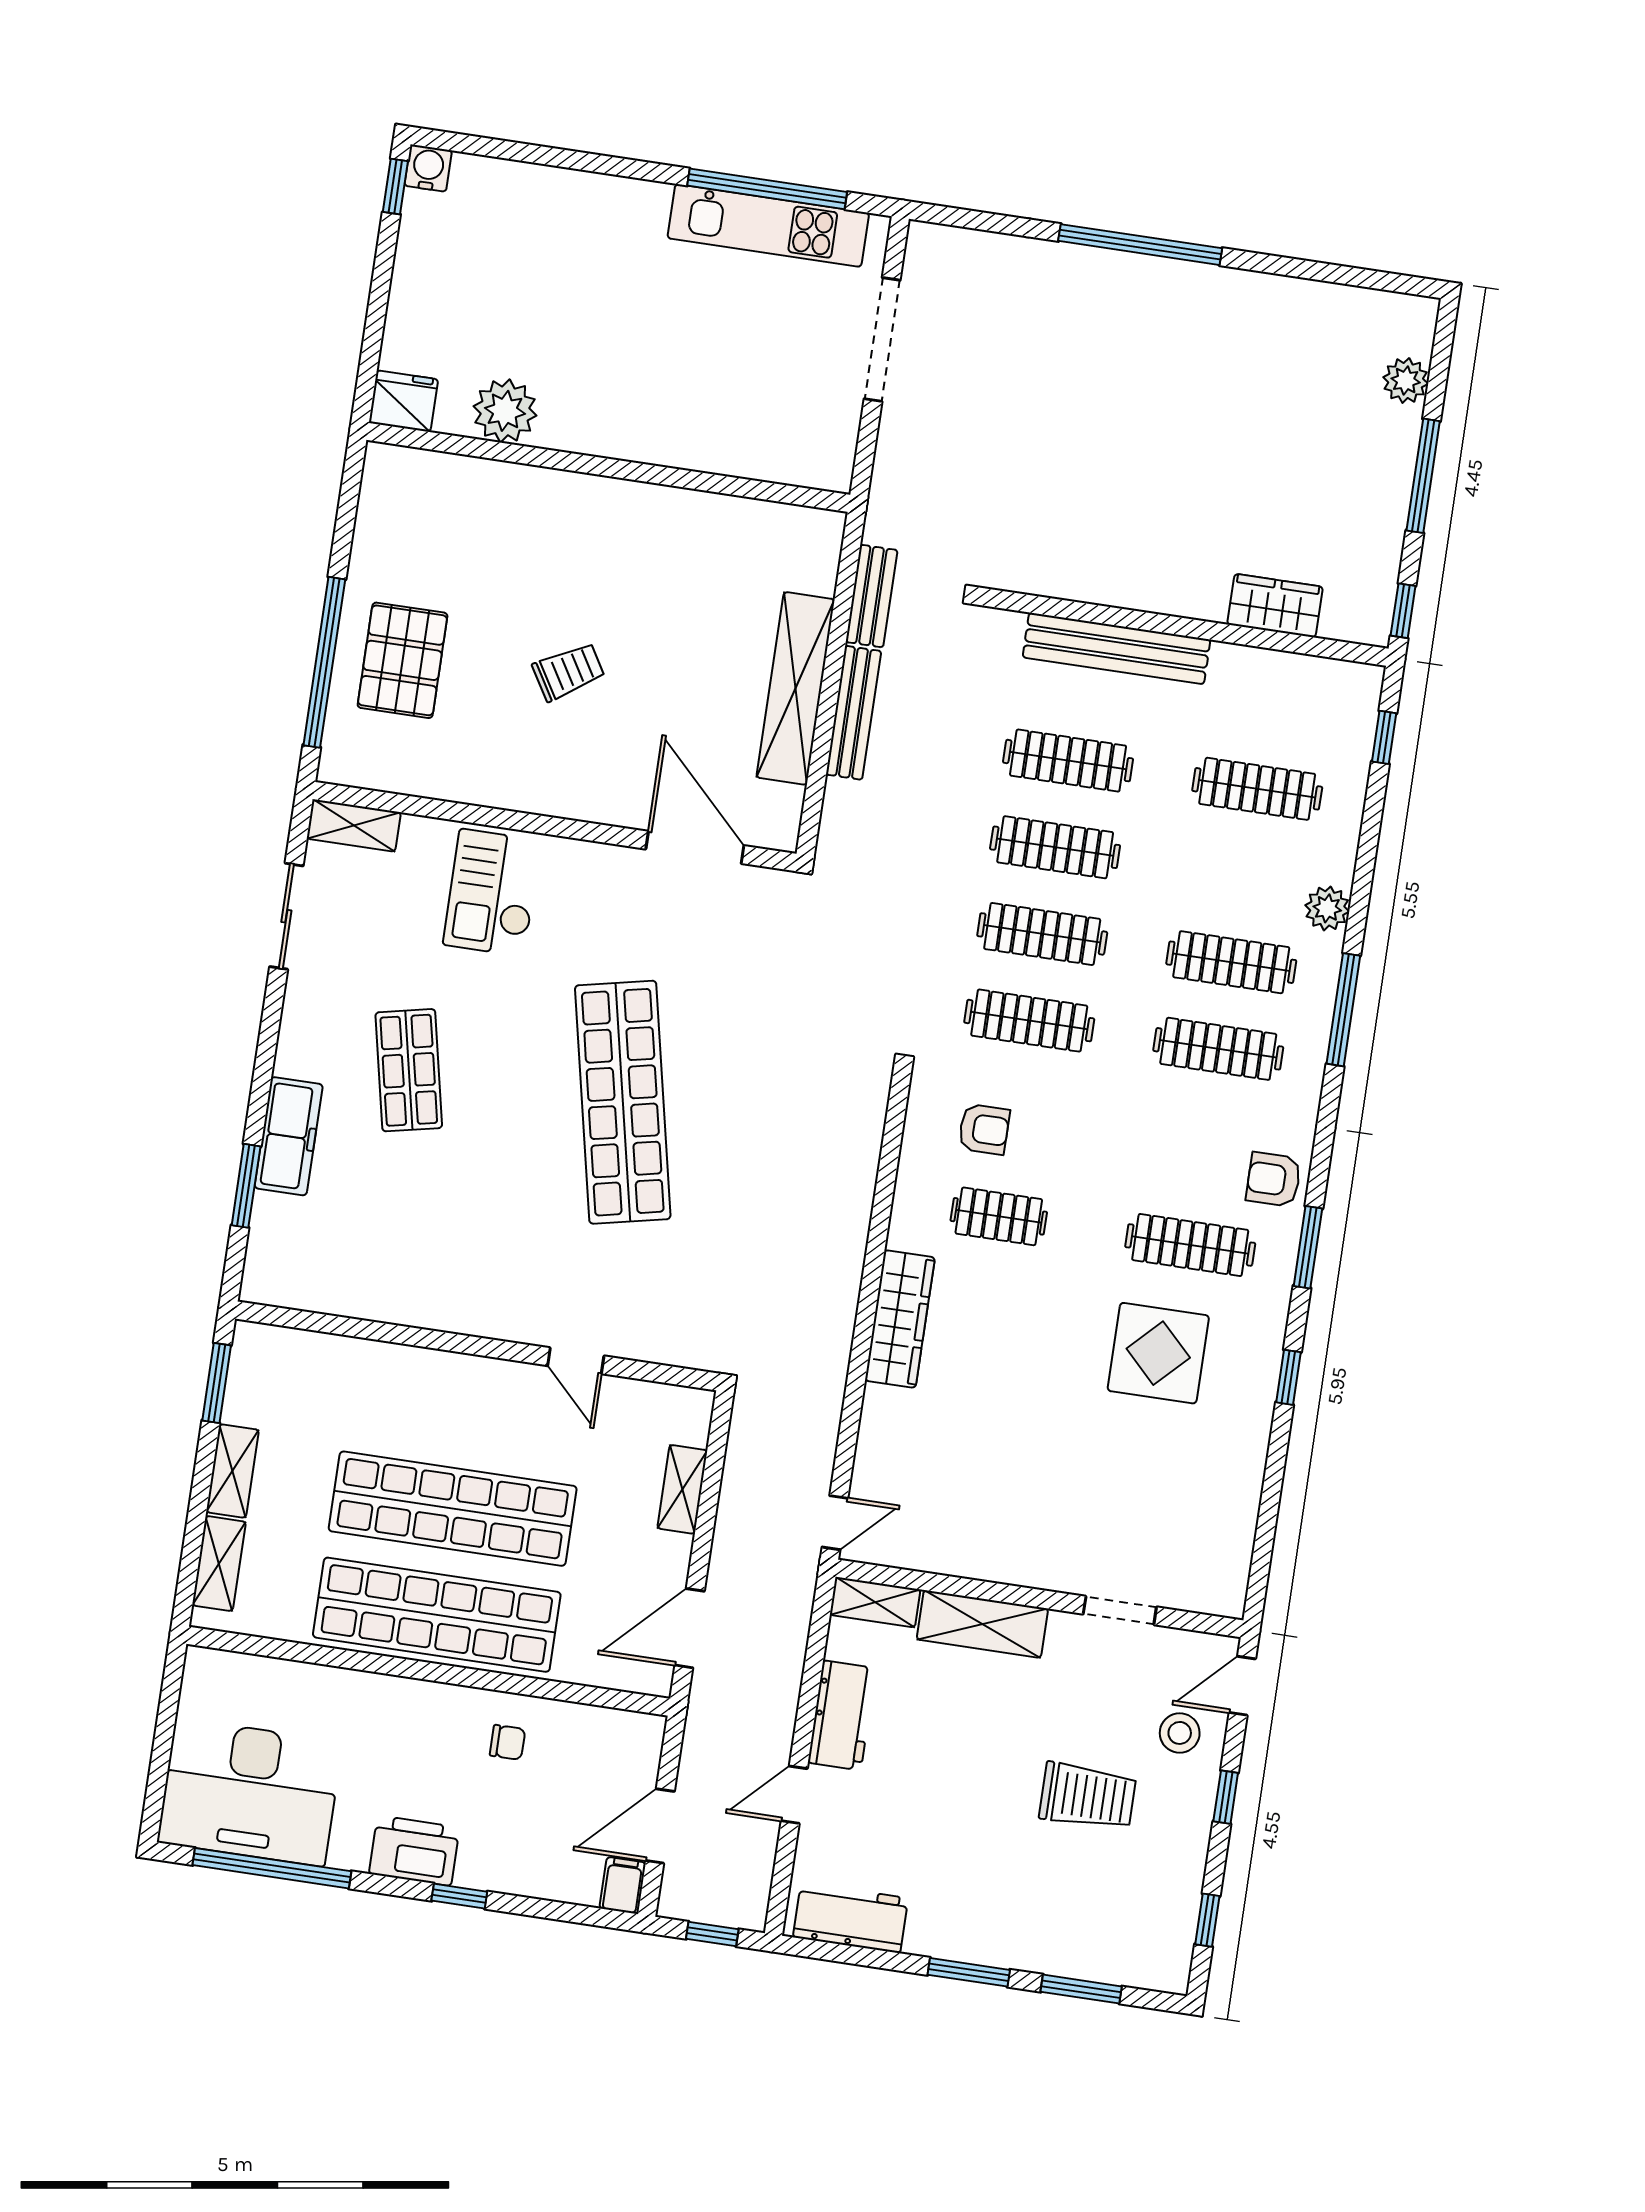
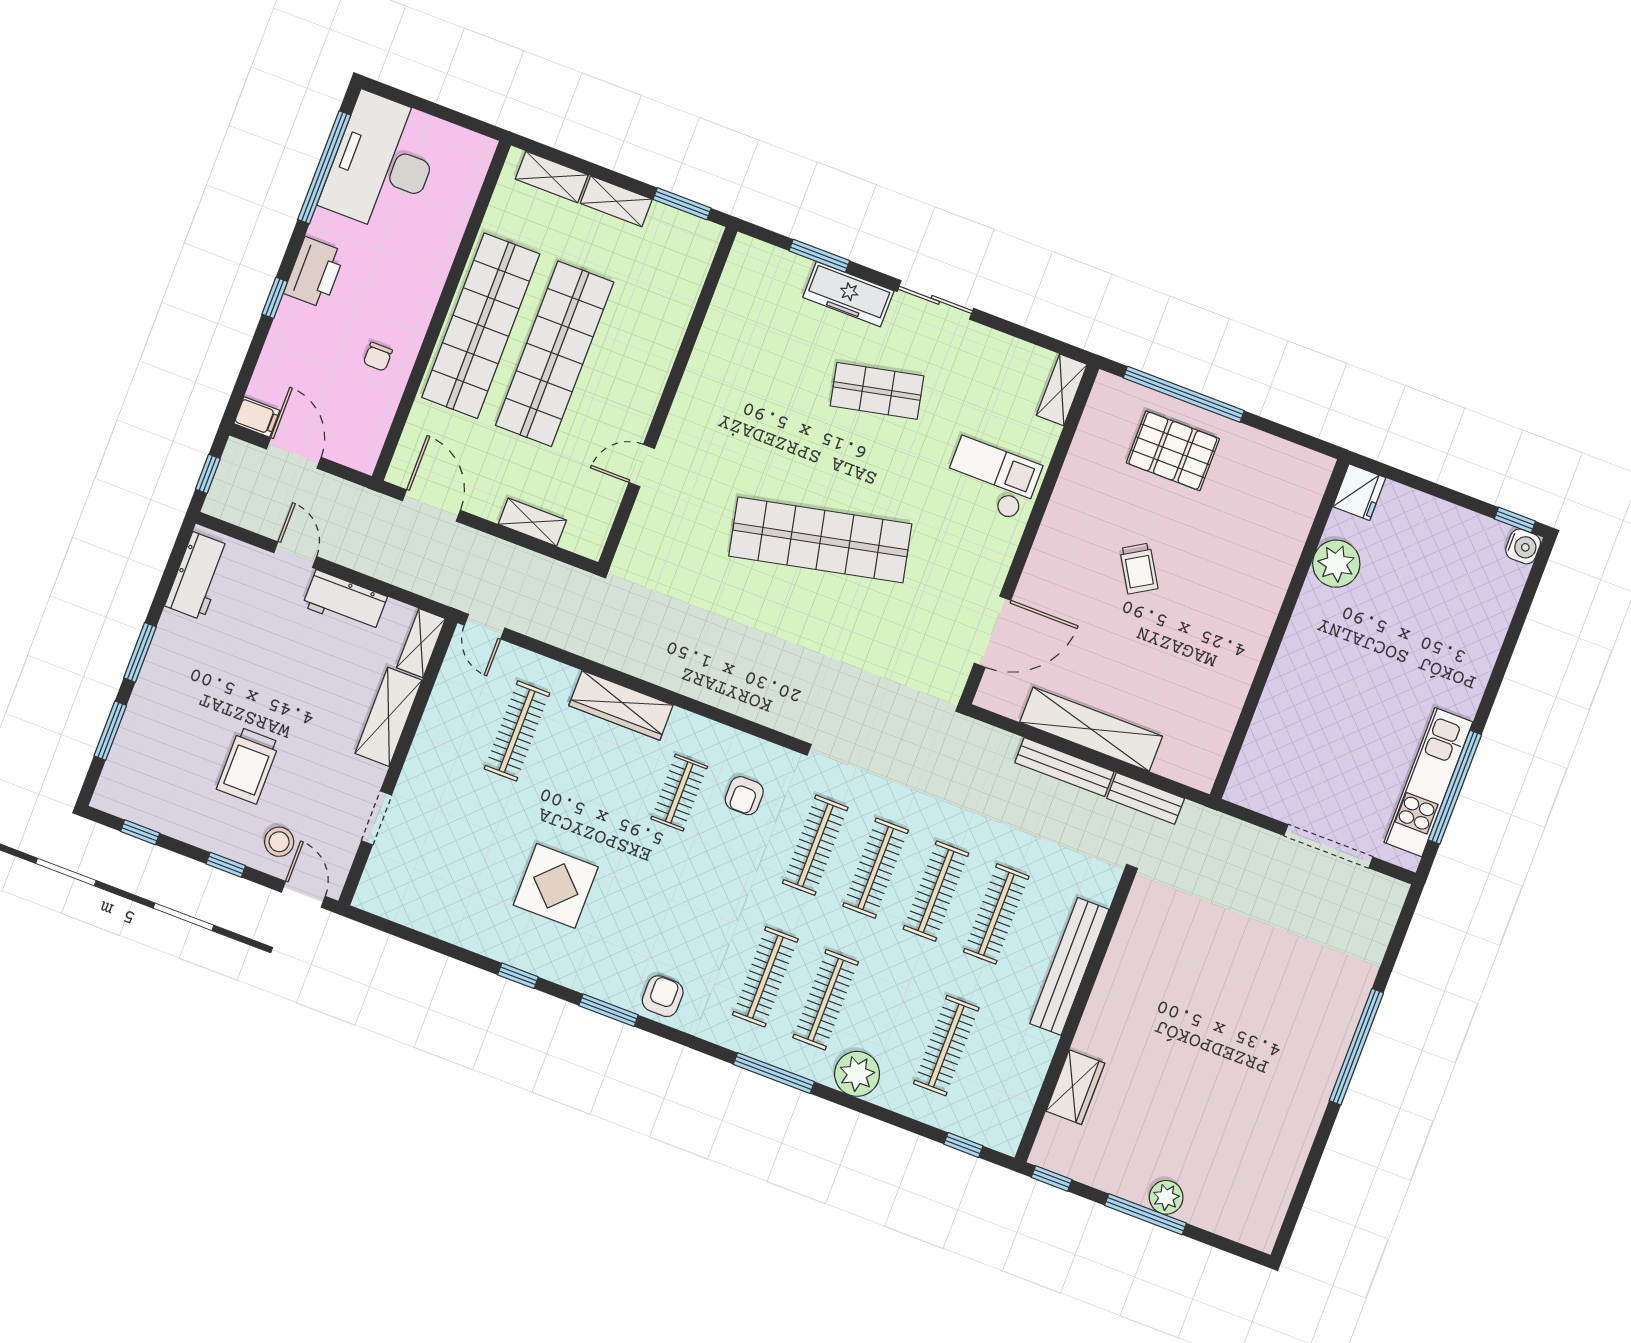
plant: (1406, 380) -> (1166, 1197), moved
plant: (1327, 908) -> (857, 1074), width x1.36, depth x1.36
sliding door: (286, 916) -> (935, 300), moved
clothes rail: (1190, 1245) -> (517, 731), moved

